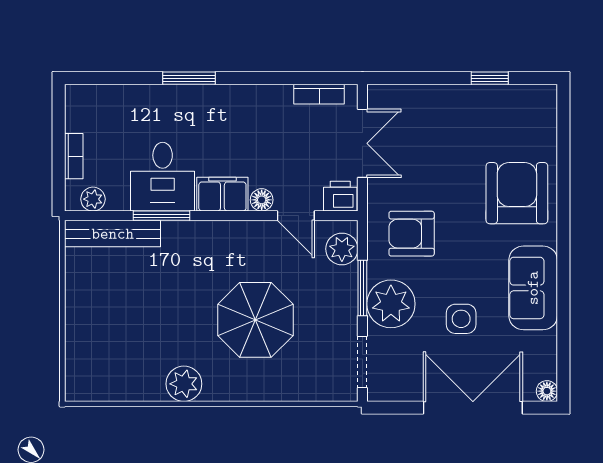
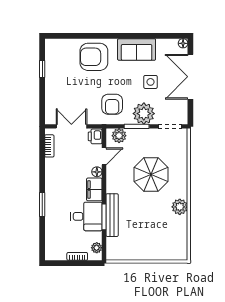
bench: (113, 234) -> (112, 215), moved

